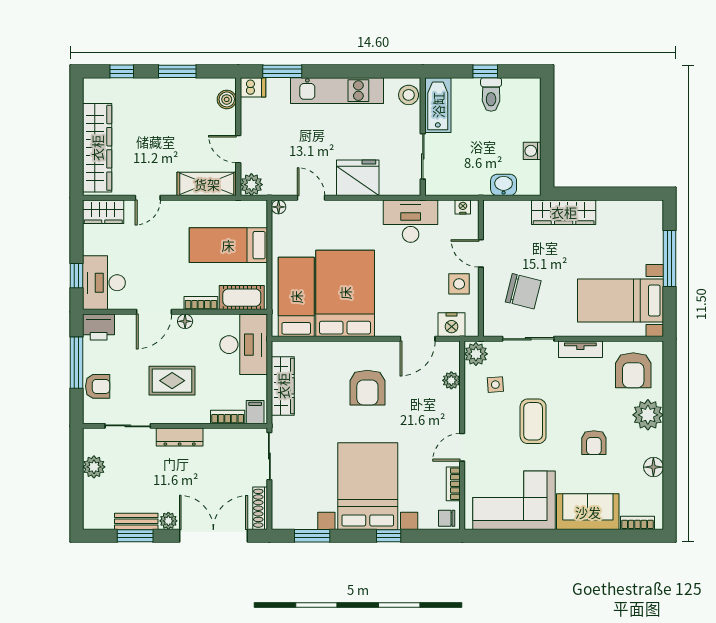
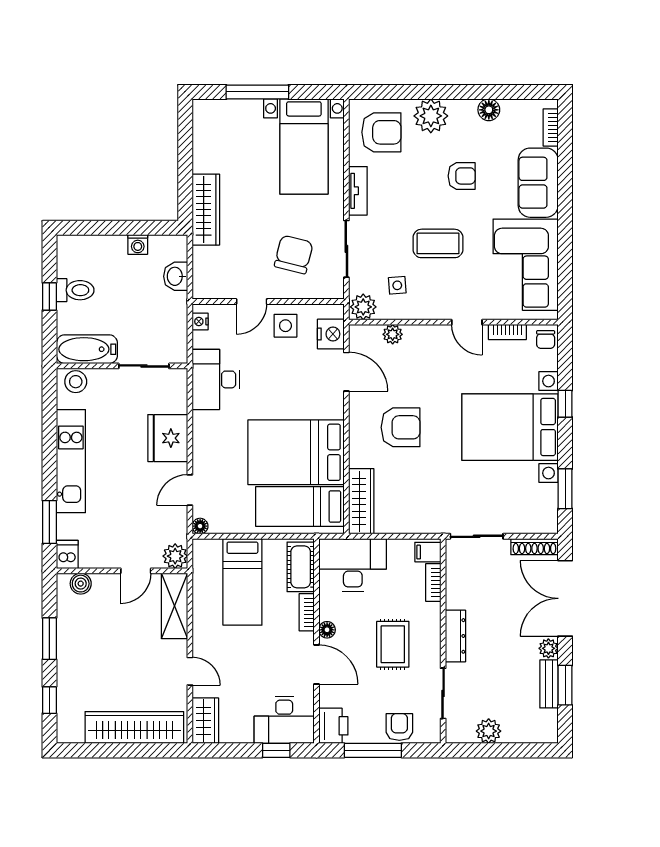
wardrobe: (283, 386) -> (361, 501), moved, turned 90

